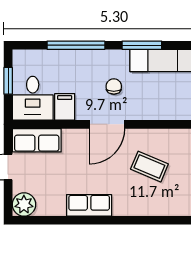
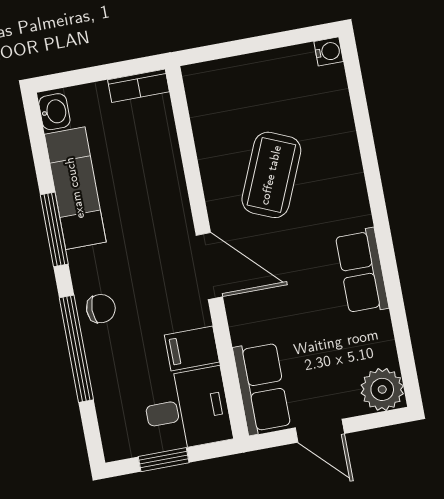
chair: (114, 86) -> (101, 309), moved, turned 180
coffee table: (149, 167) -> (271, 175), width x1.36, depth x1.30

